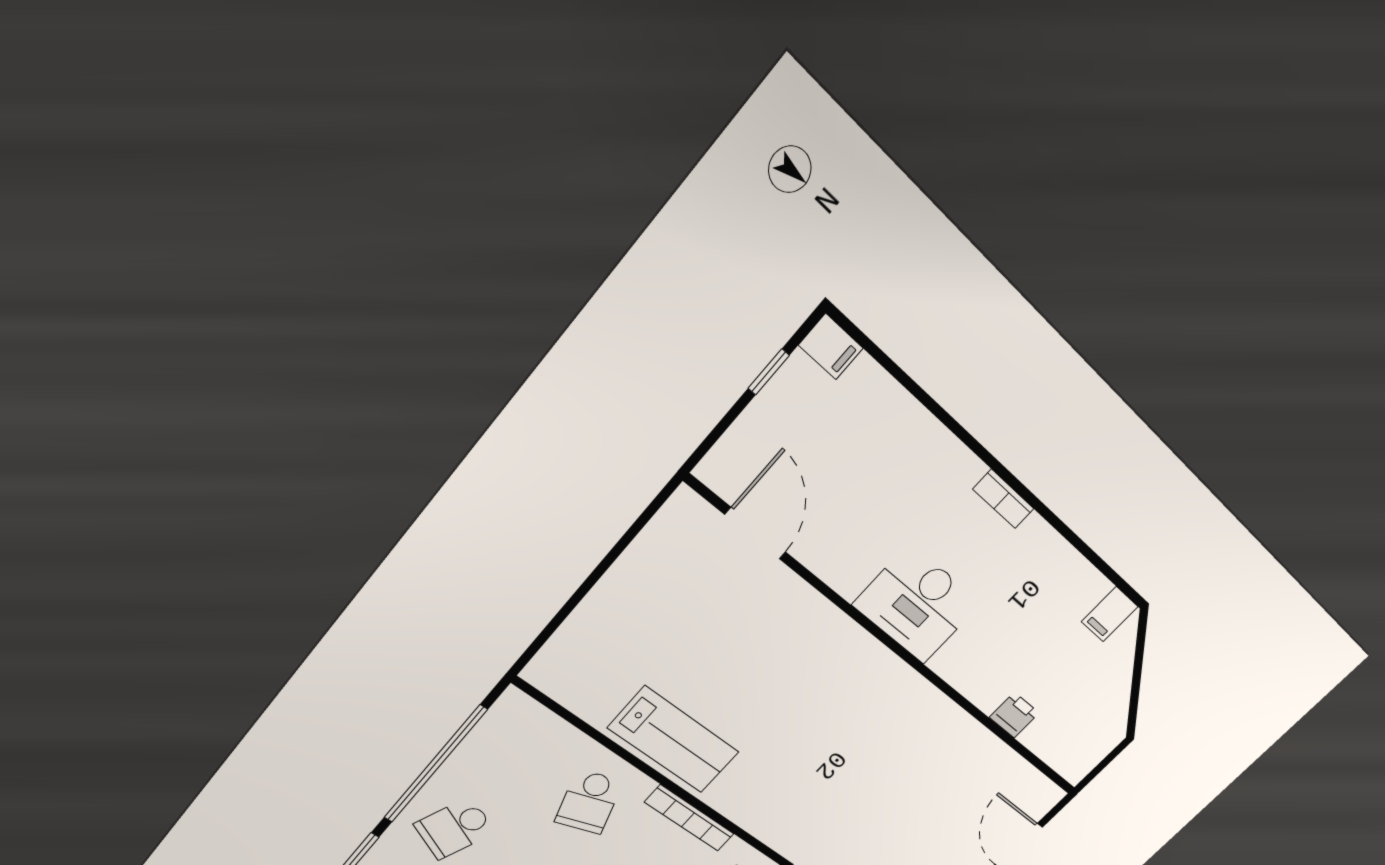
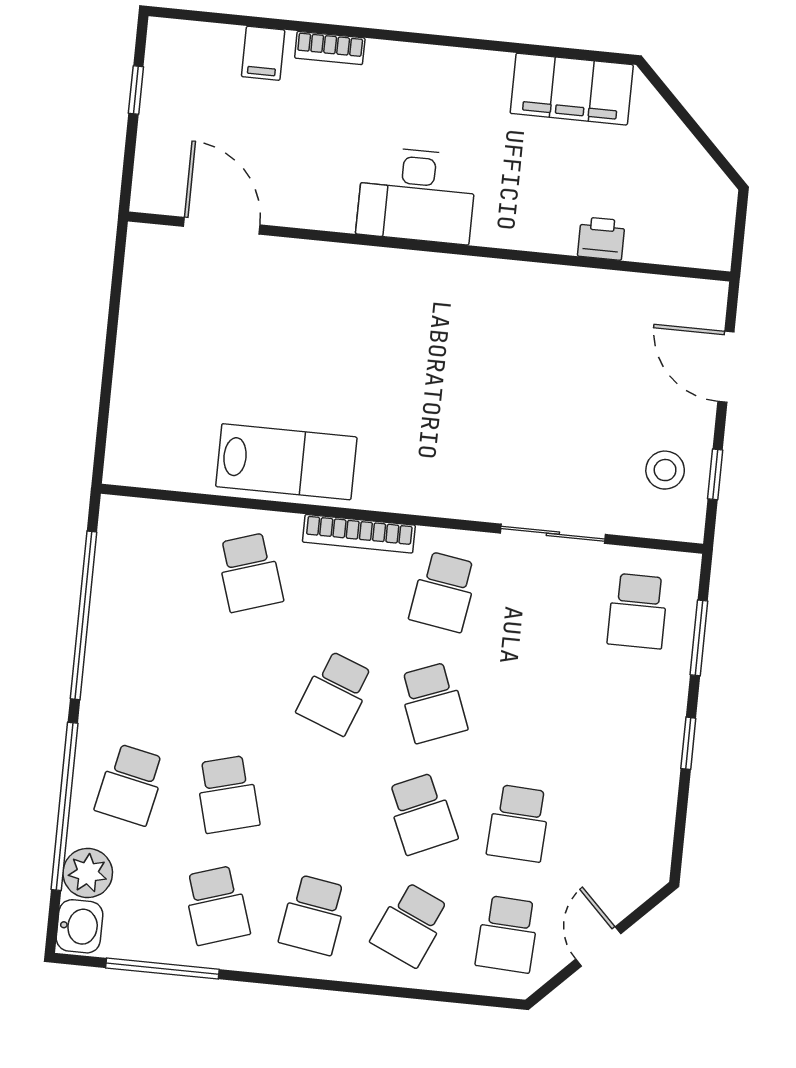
filing cabinet: (831, 347) -> (263, 53), moved, turned 90
bookcase: (1003, 499) -> (330, 48), moved
filing cabinet: (1110, 614) -> (572, 89), width x3.00, depth x1.17
school desk: (455, 828) -> (142, 674), removed

